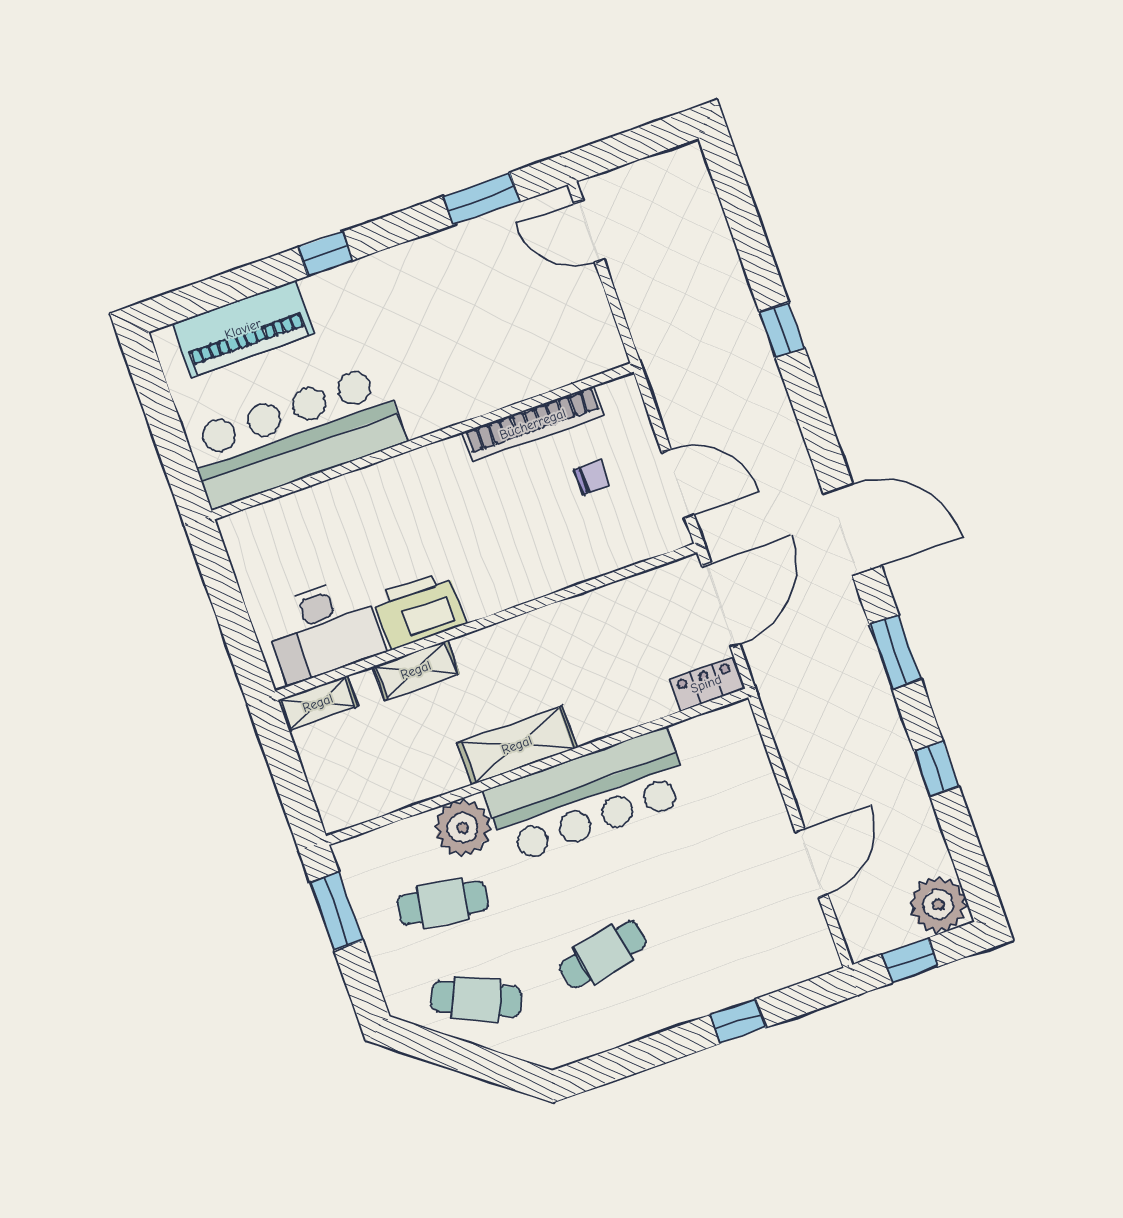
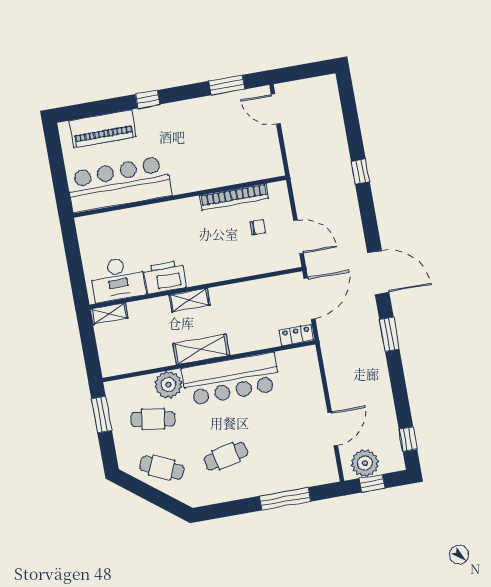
shelving: (416, 670) -> (189, 300), moved
window: (937, 769) -> (408, 439), moved
plant: (938, 904) -> (365, 463), moved
window: (738, 1021) -> (285, 499), width x2.17

